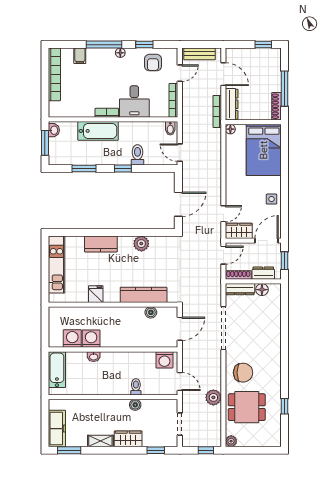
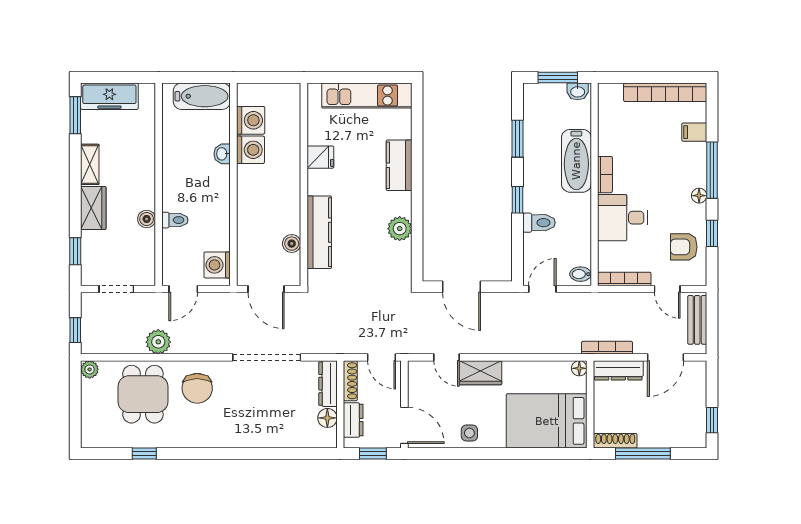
wardrobe: (239, 231) -> (481, 373), moved, turned 90

